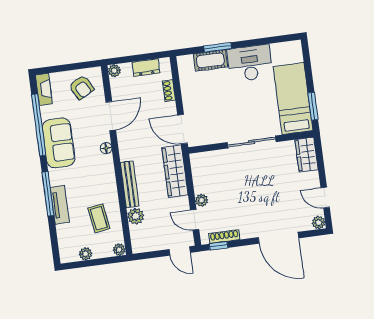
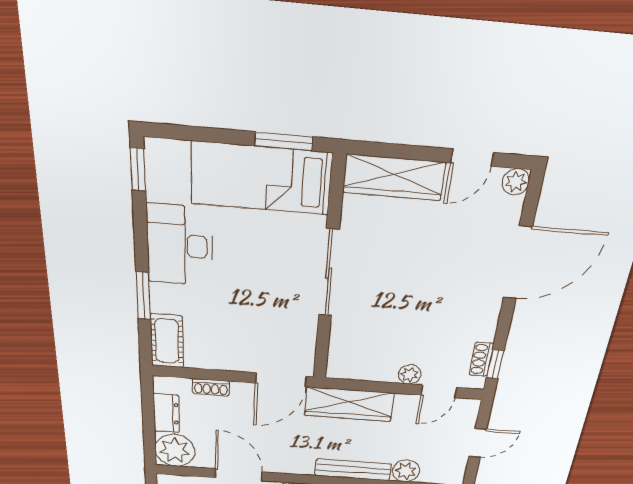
window: (284, 38) -> (138, 169), added
cot: (210, 60) -> (167, 341), moved
plant: (114, 71) -> (175, 450), width x1.88, depth x1.88
wardrobe: (307, 155) -> (394, 177), width x1.50
shoe rack: (224, 237) -> (481, 359), width x0.70
door: (180, 251) -> (478, 443), moved

